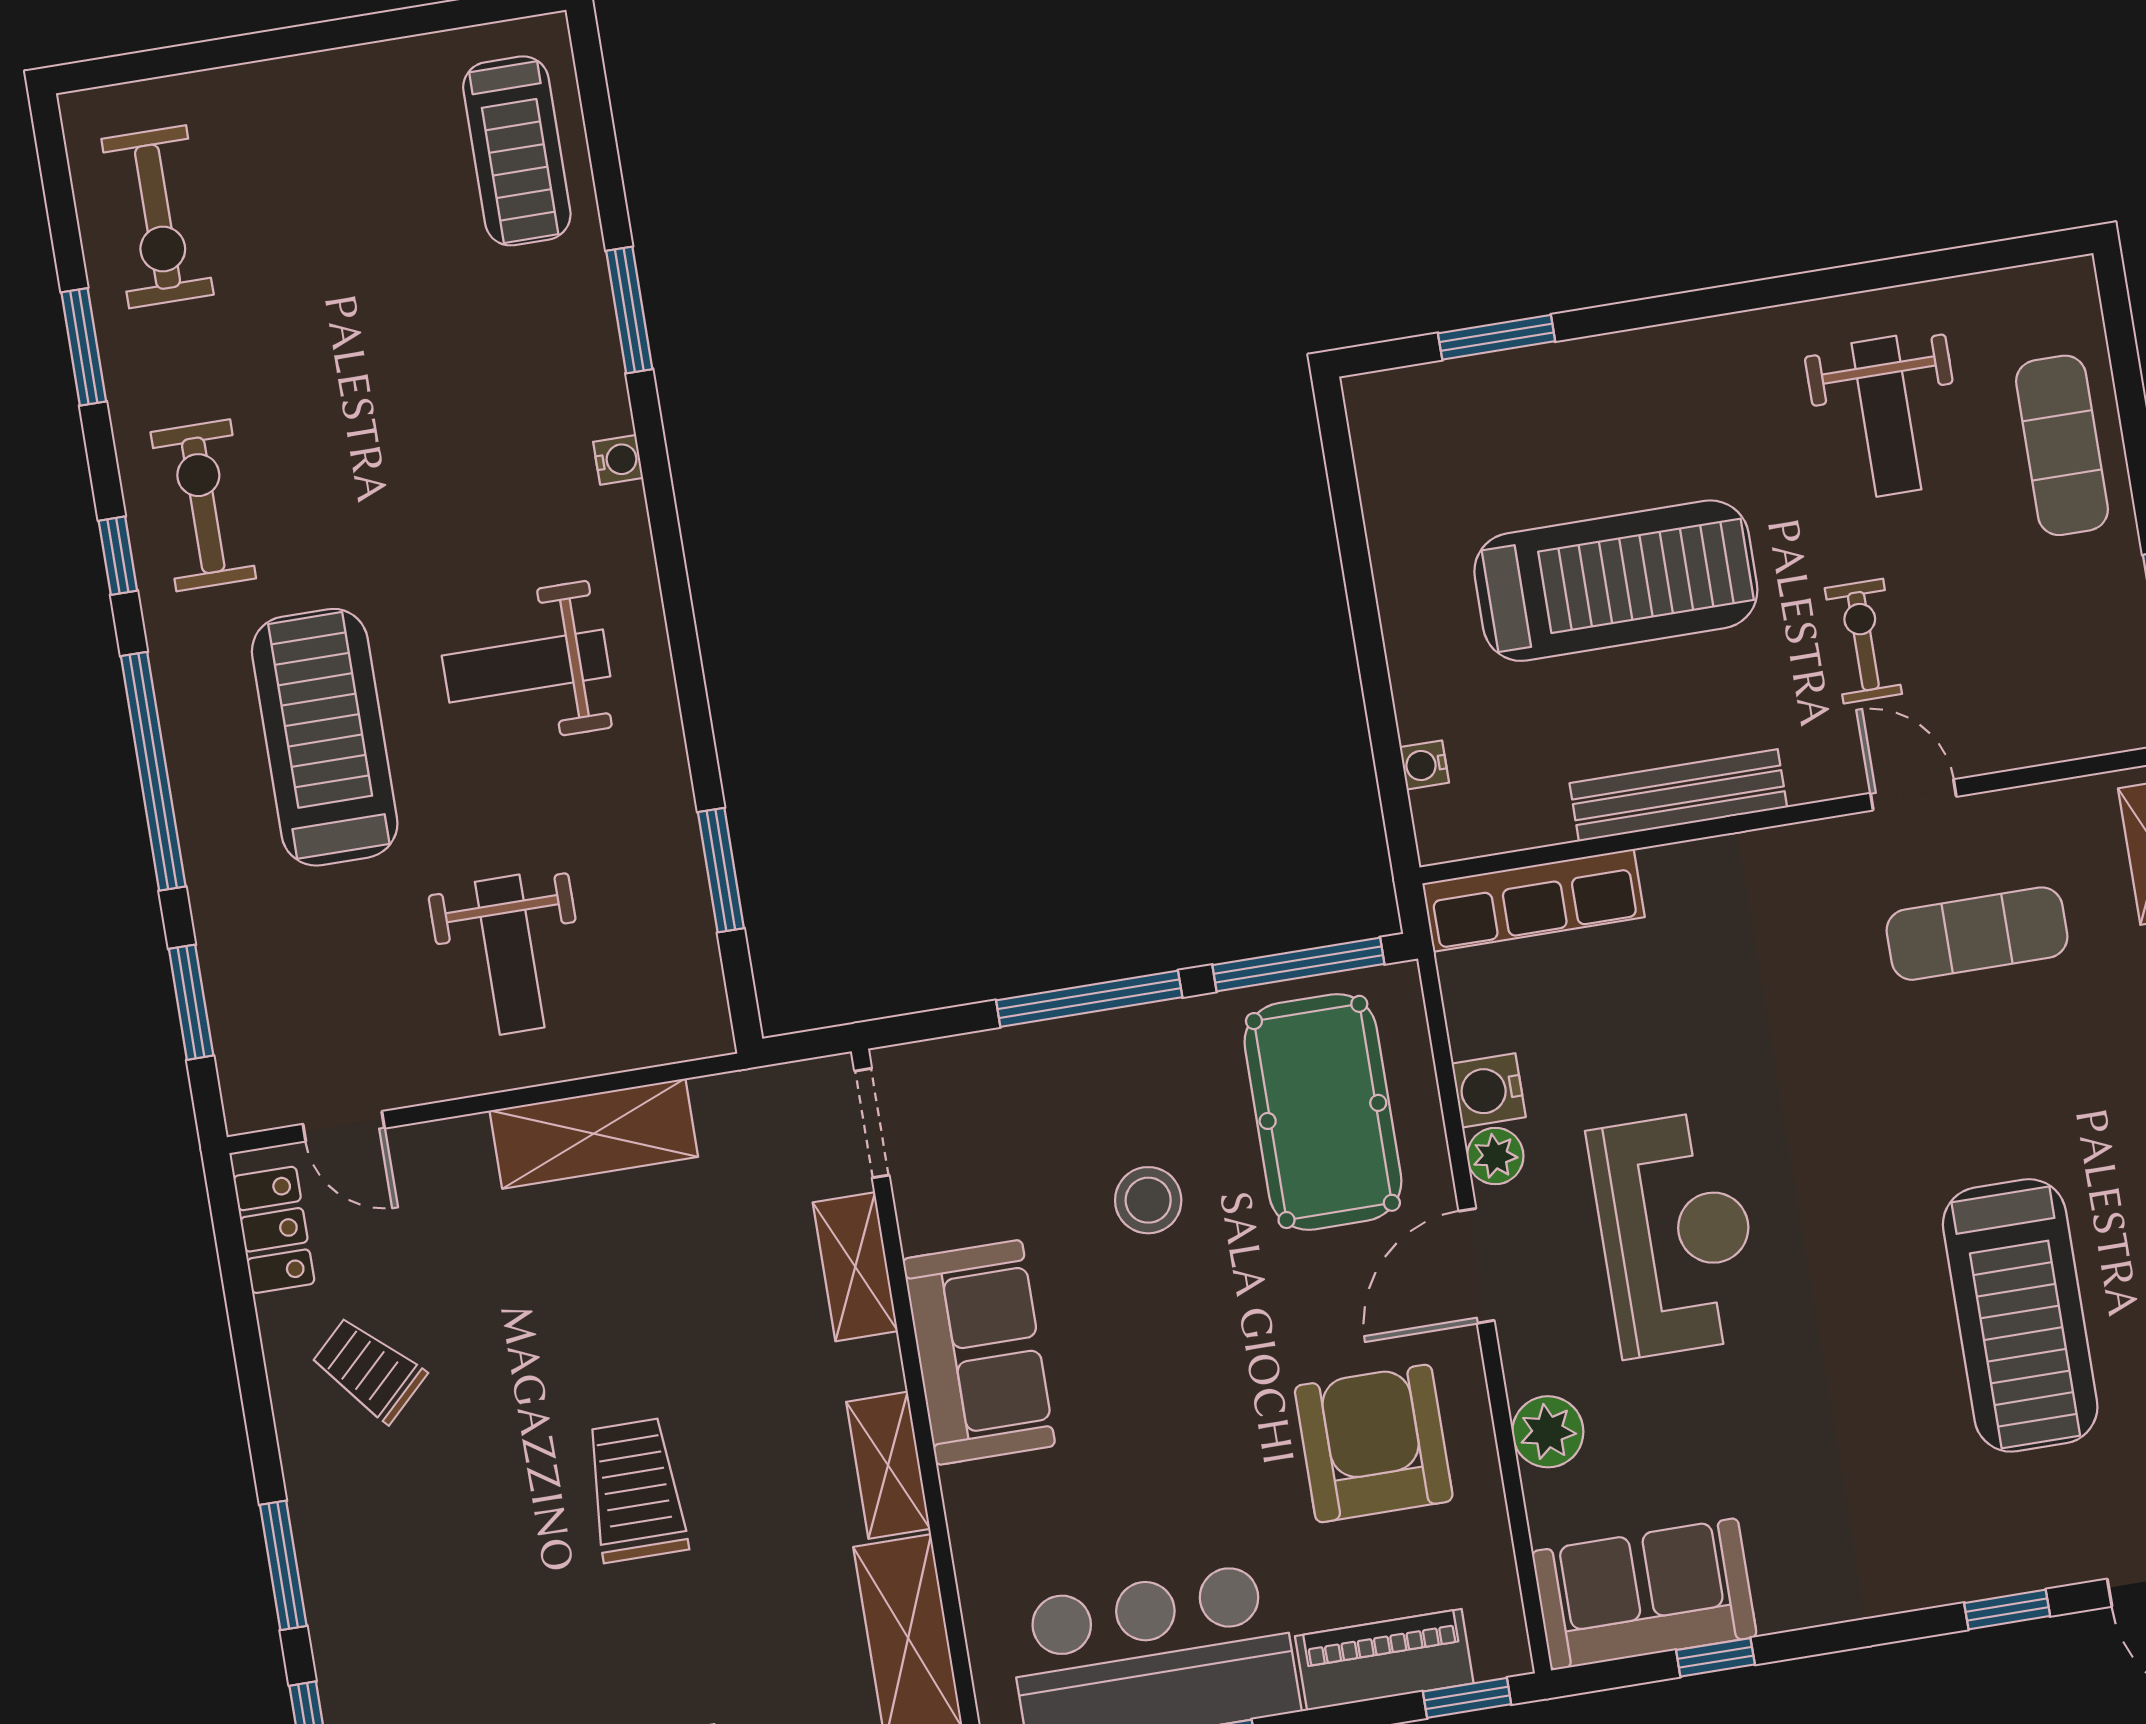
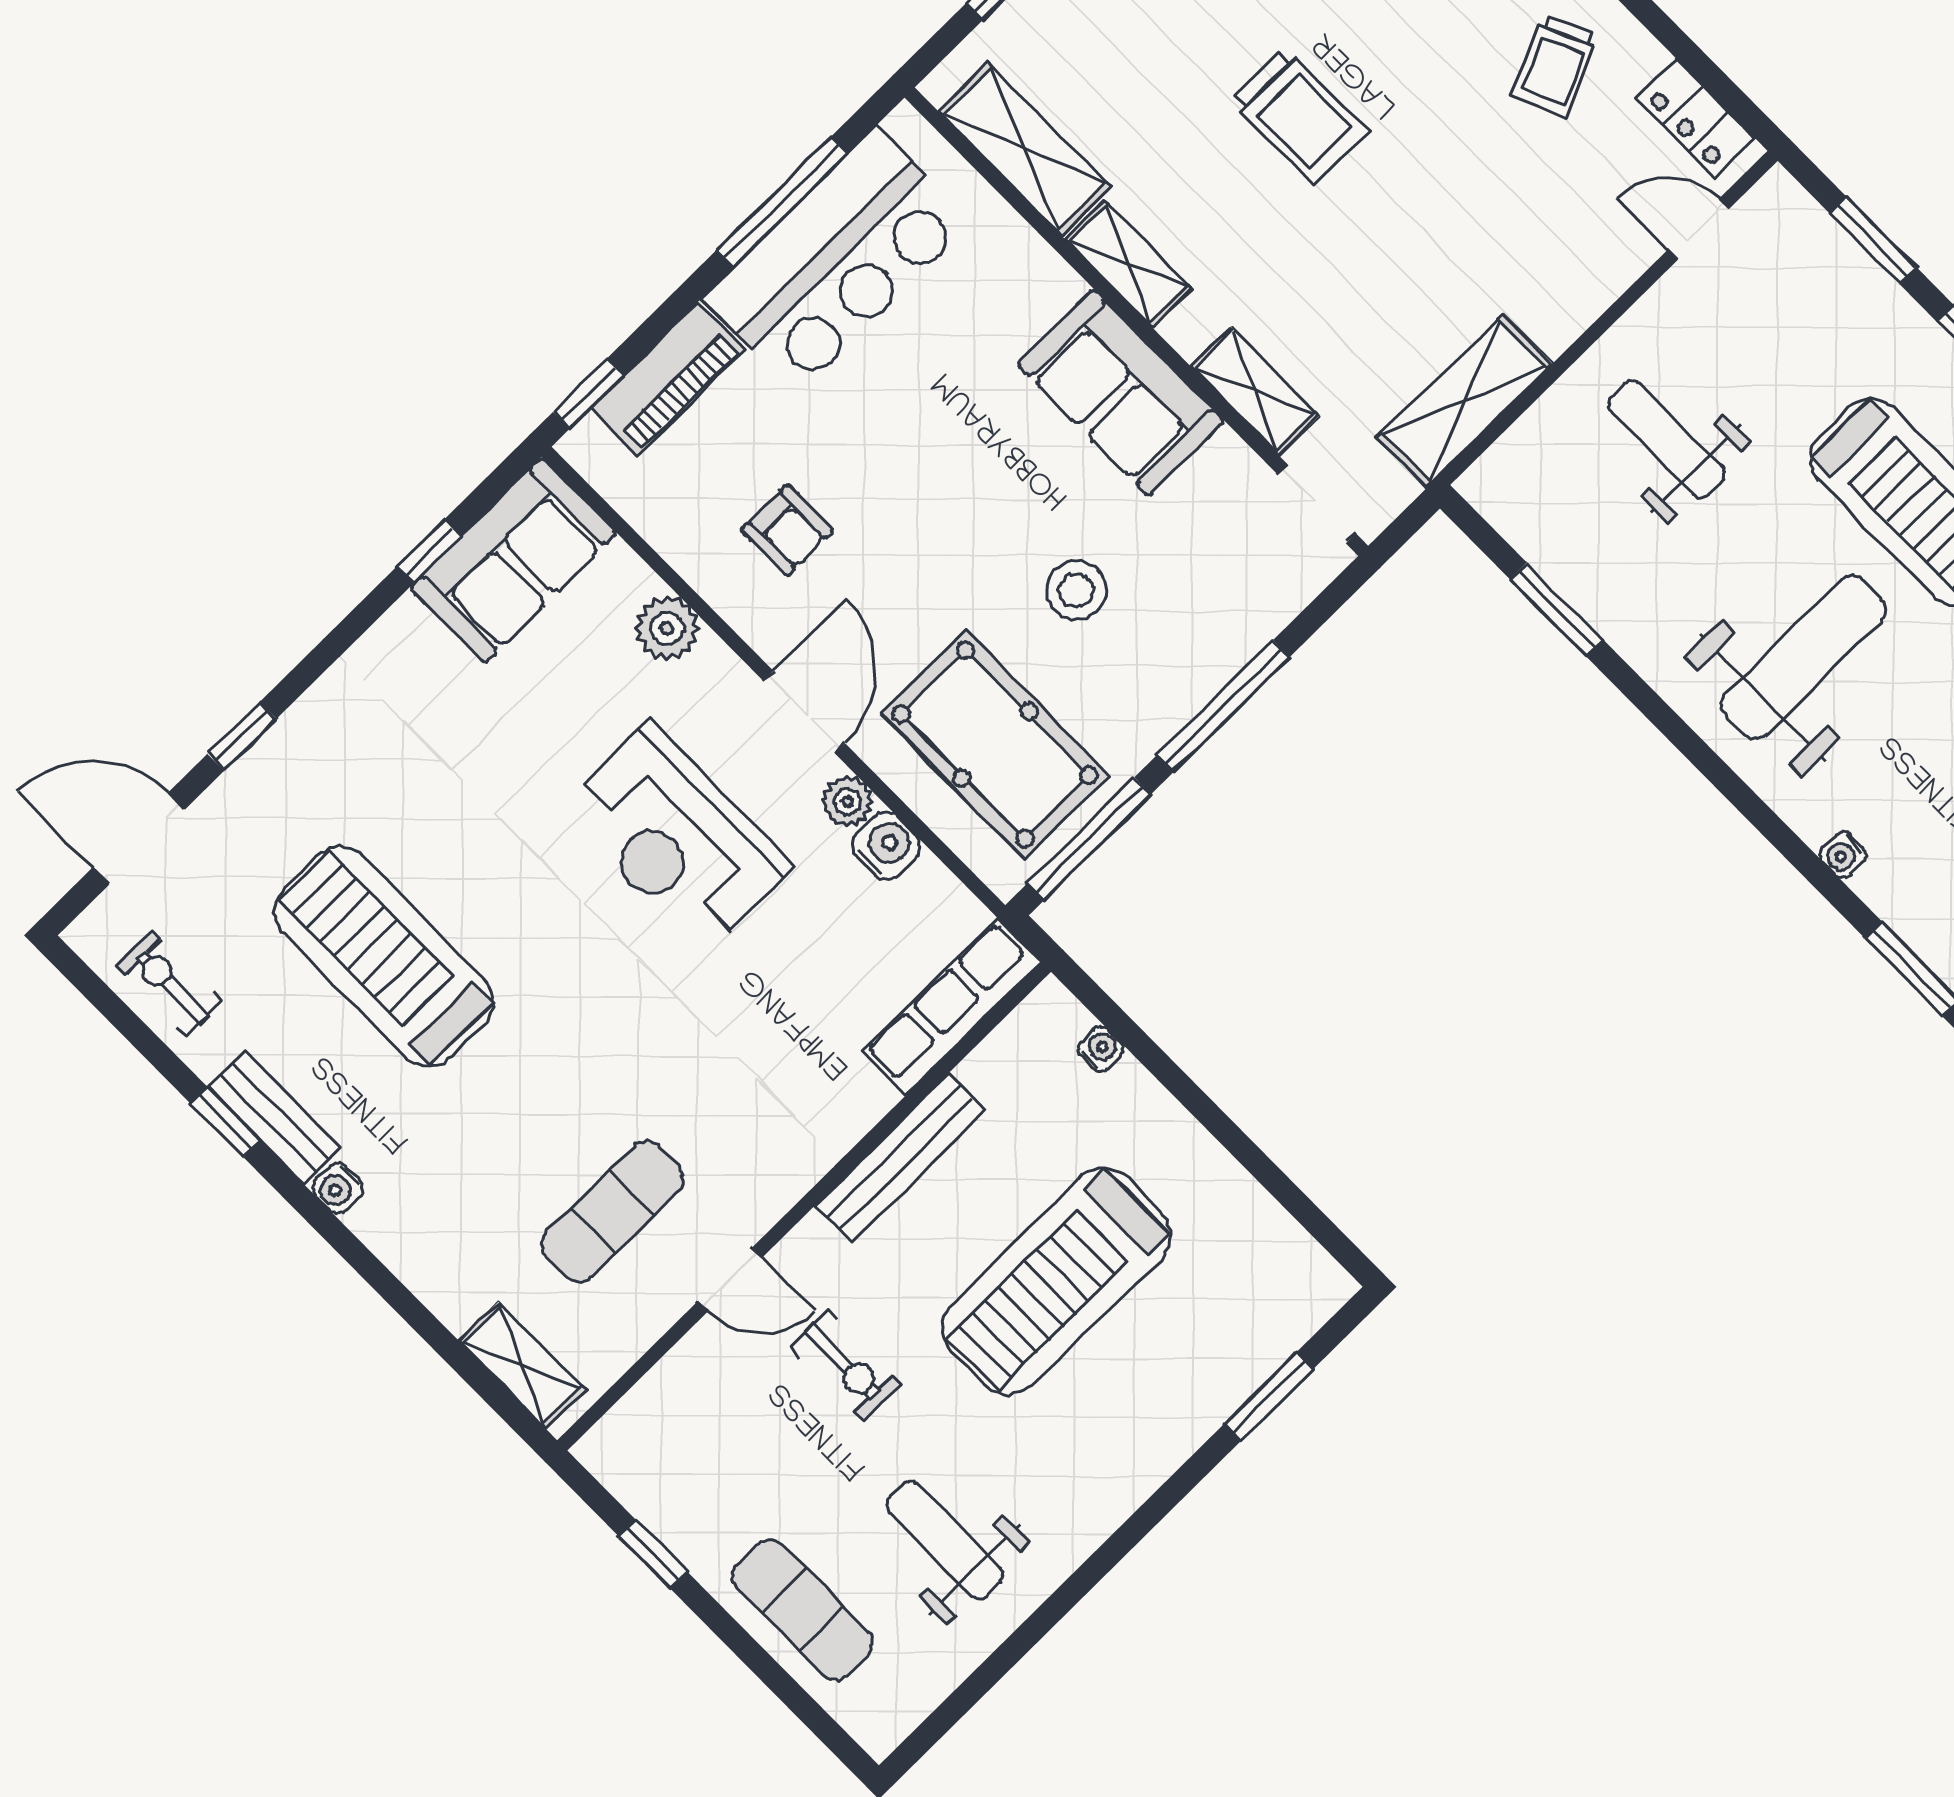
weight bench: (526, 666) -> (1803, 657), width x1.36, depth x1.33
shelving: (594, 1134) -> (1465, 401), moved
trolley: (369, 1370) -> (1555, 65), turned 110
armchair: (1374, 1443) -> (787, 530), width x0.53, depth x0.53

